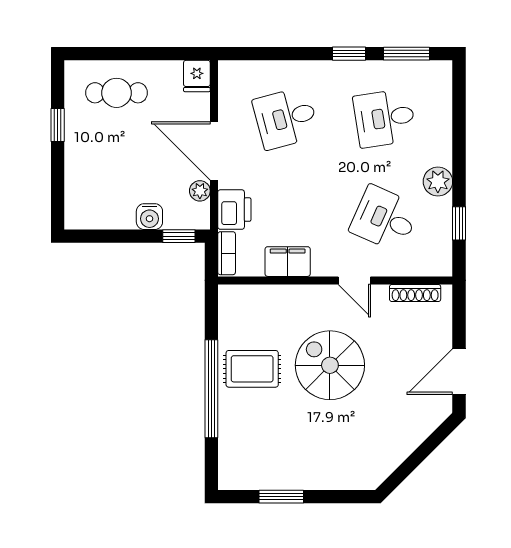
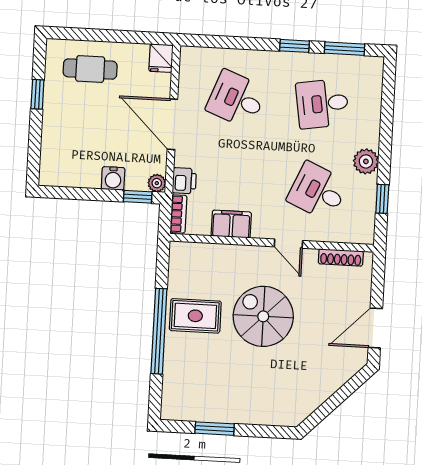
desk: (286, 118) -> (236, 99), turned 36
plant: (200, 191) -> (157, 183), moved
printer: (234, 210) -> (184, 181), width x0.73, depth x0.81

